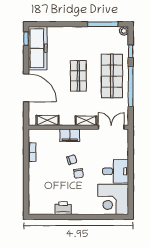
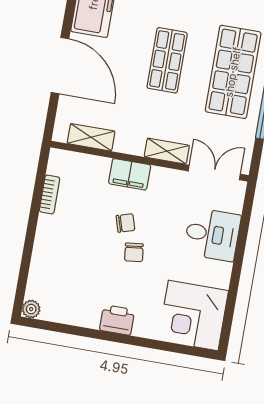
desk: (116, 171) -> (212, 234), moved
printer: (63, 208) -> (117, 320), moved
plant: (33, 210) -> (31, 309), added

